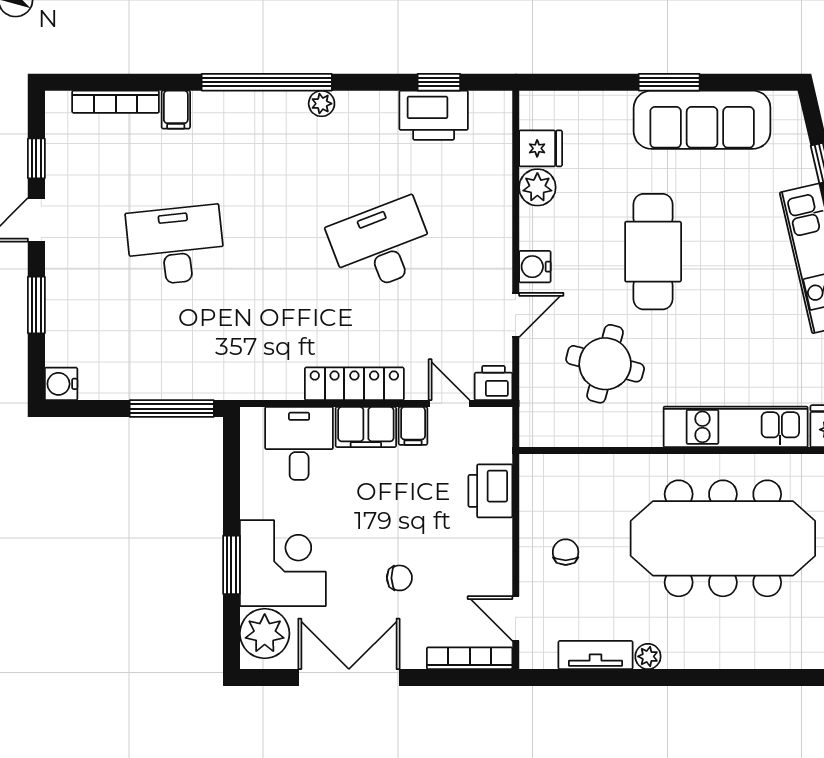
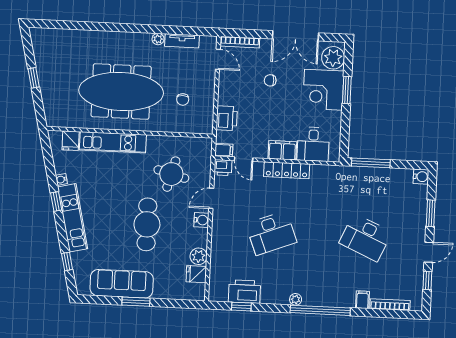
desk: (176, 245) -> (366, 238), turned 30
filing cabinet: (413, 426) -> (224, 150), moved, turned 90
chair: (566, 552) -> (183, 99), moved

